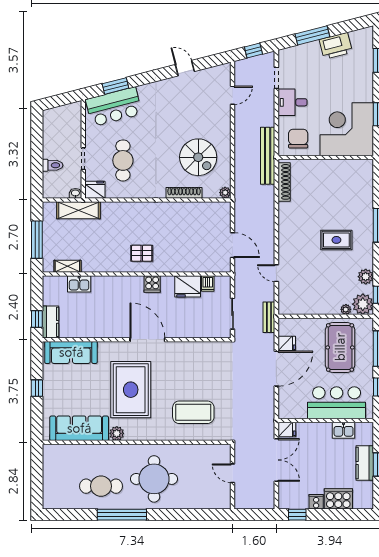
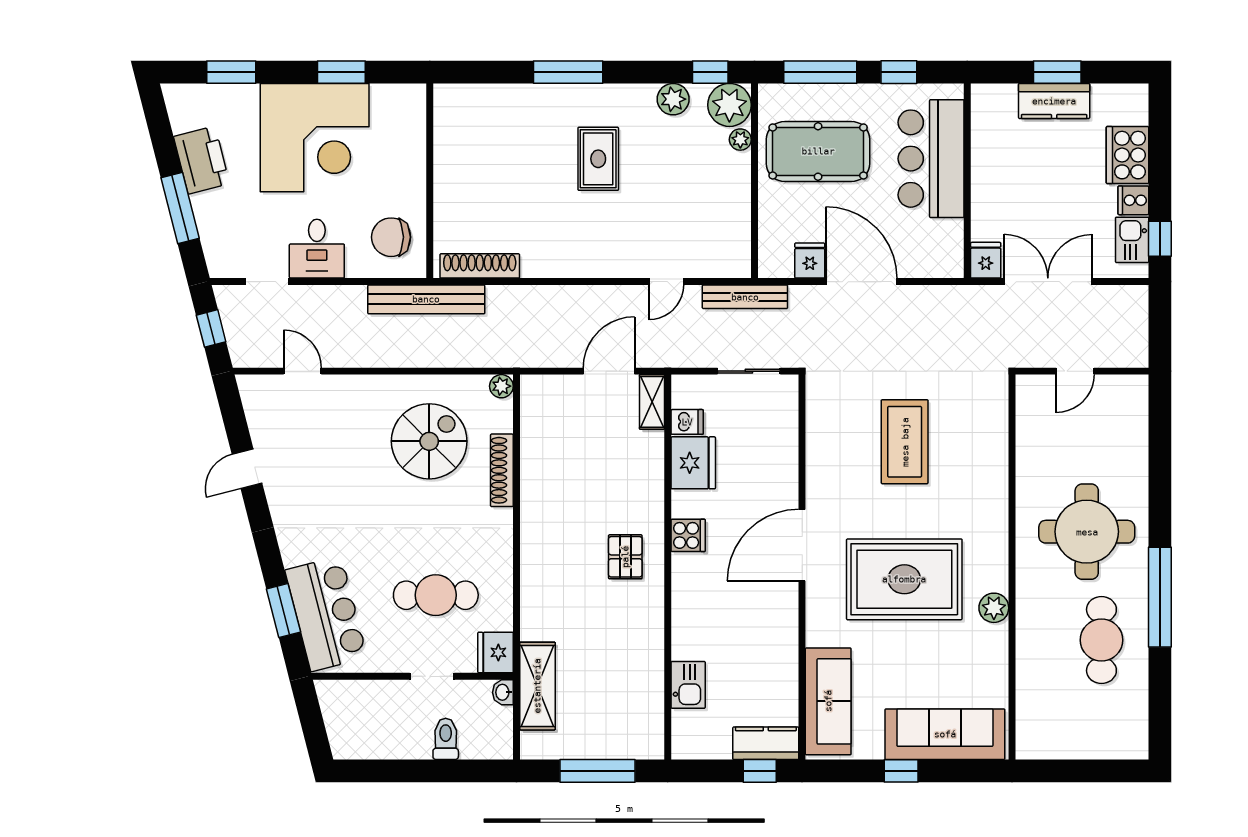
corner desk: (347, 129) -> (315, 138), moved, turned -90
shelving: (67, 266) -> (652, 402), moved
bench: (269, 317) -> (745, 297), width x1.36
coffee table: (193, 412) -> (905, 442), moved
sofa: (79, 428) -> (945, 734), moved, turned 90
kitchen sink: (344, 430) -> (1132, 240), moved, turned 180

